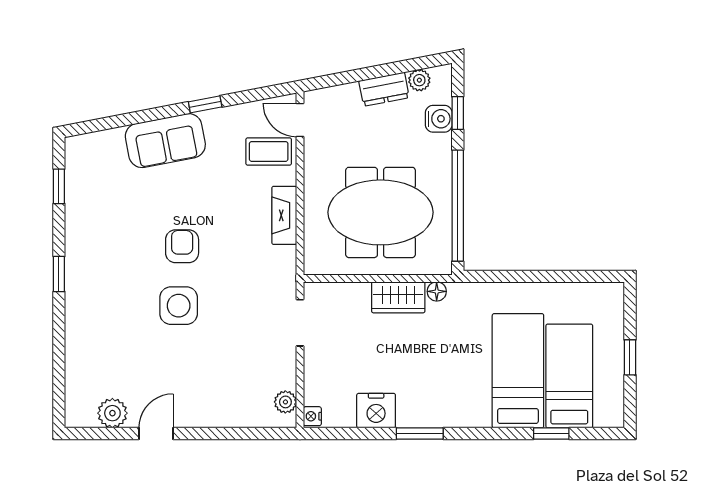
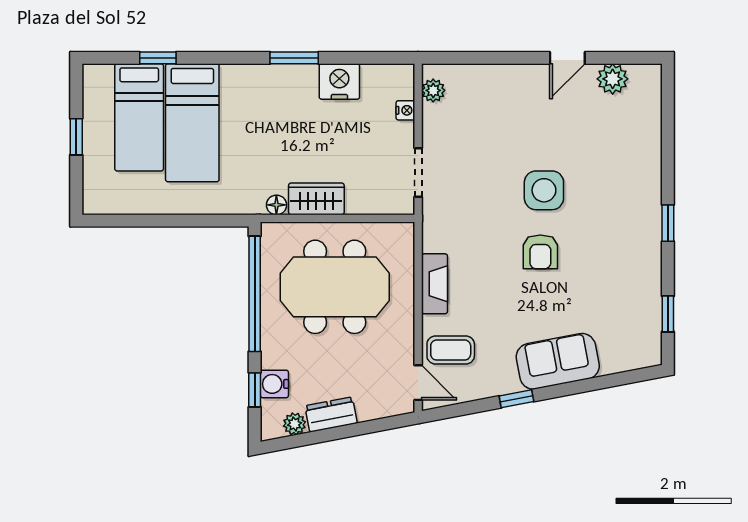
nightstand: (312, 416) -> (405, 110), moved

